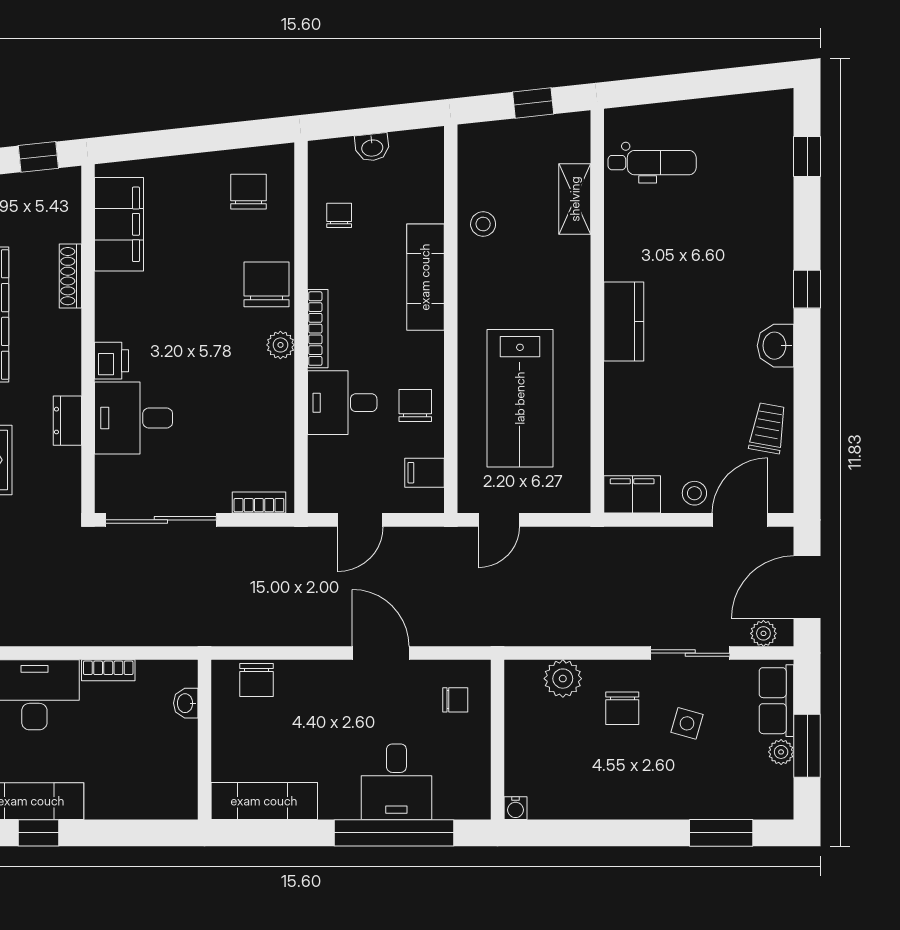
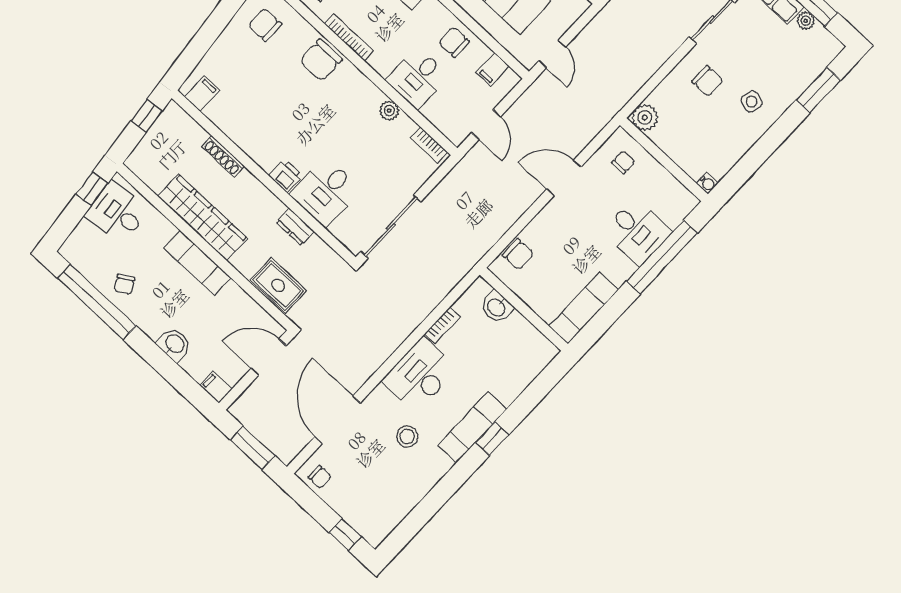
filing cabinet: (119, 224) -> (202, 94), width x0.33, depth x0.86
chair: (266, 284) -> (321, 60), turned -90
bookcase: (318, 329) -> (349, 37), moved
plant: (280, 345) -> (389, 111), moved
bookcase: (259, 503) -> (429, 145), moved, turned -90
plant: (563, 679) -> (645, 117), moved
washbasin: (186, 703) -> (497, 307), width x1.38, depth x1.45
side table: (687, 723) -> (752, 101), moved

